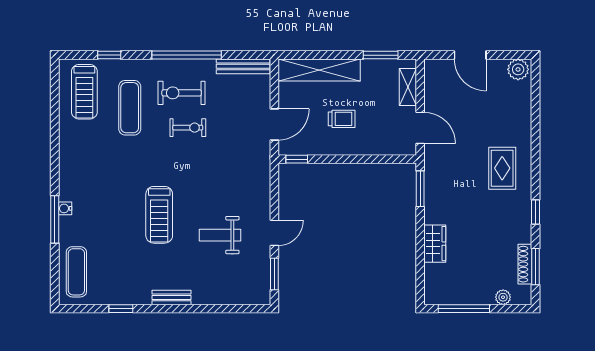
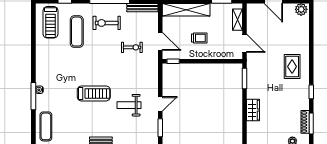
door: (274, 125) -> (160, 41), hinge flipped
exercise bike: (188, 128) -> (132, 47), moved
treadmill: (159, 215) -> (94, 93), turned -90

